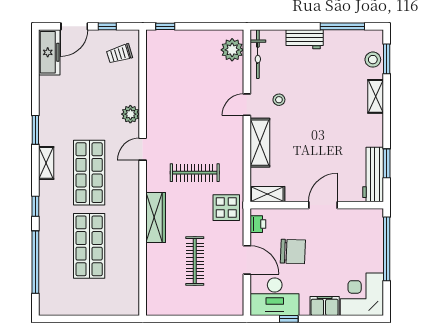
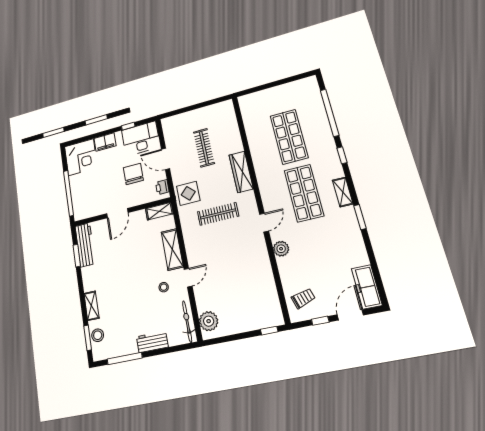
chair: (293, 251) -> (133, 174), turned 88

